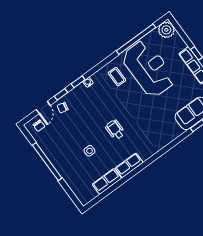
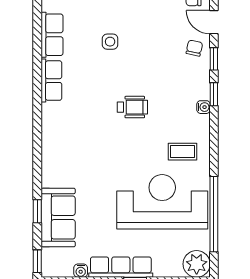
reception desk: (148, 69) -> (162, 202), turned 180
wheelchair: (115, 130) -> (132, 107), moved

